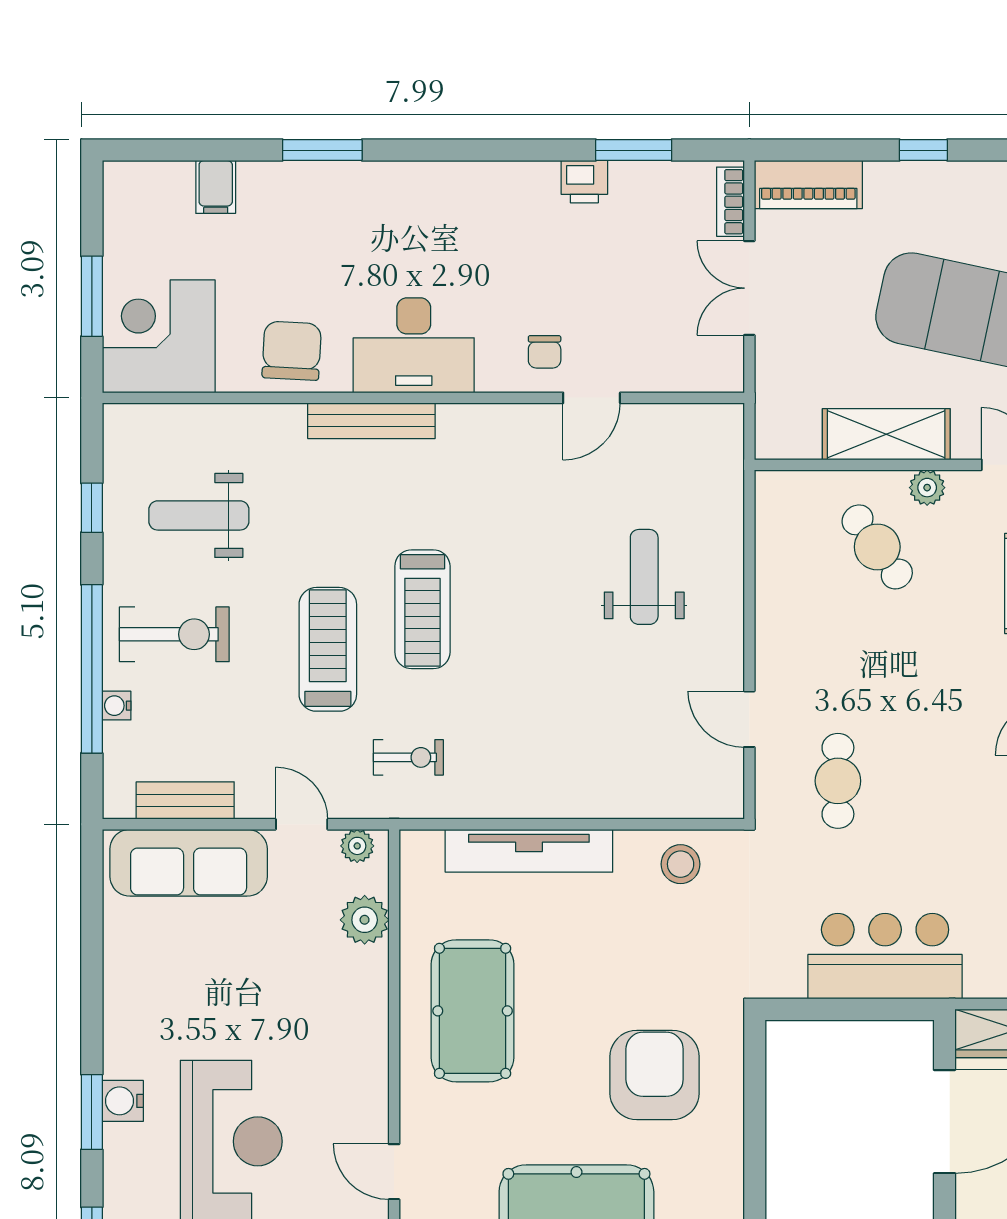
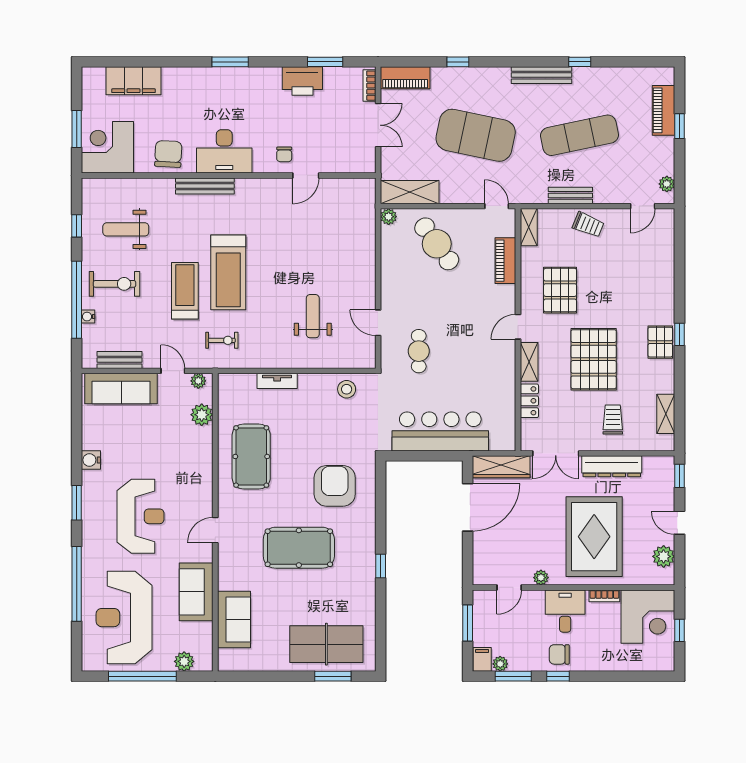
window: (322, 150) -> (230, 62), moved
printer: (584, 182) -> (302, 81), width x1.87, depth x1.48
filing cabinet: (216, 187) -> (133, 81), width x3.00, depth x1.17
double door: (749, 288) -> (378, 125), swing flipped
shelving: (886, 434) -> (410, 192), moved
plant: (927, 488) -> (389, 217), moved
cafe table: (877, 547) -> (437, 244), width x1.37, depth x1.35
weight bench: (644, 577) -> (313, 316), moved
treadmill: (422, 609) -> (228, 272), width x1.37, depth x1.38
tv unit: (529, 851) -> (277, 381), width x0.52, depth x0.78
bar counter: (885, 956) -> (440, 431), width x1.36
water cooler: (123, 1101) -> (91, 460), moved
door: (394, 1172) -> (215, 530), hinge flipped

